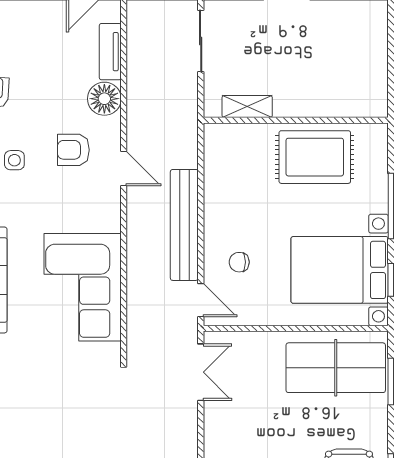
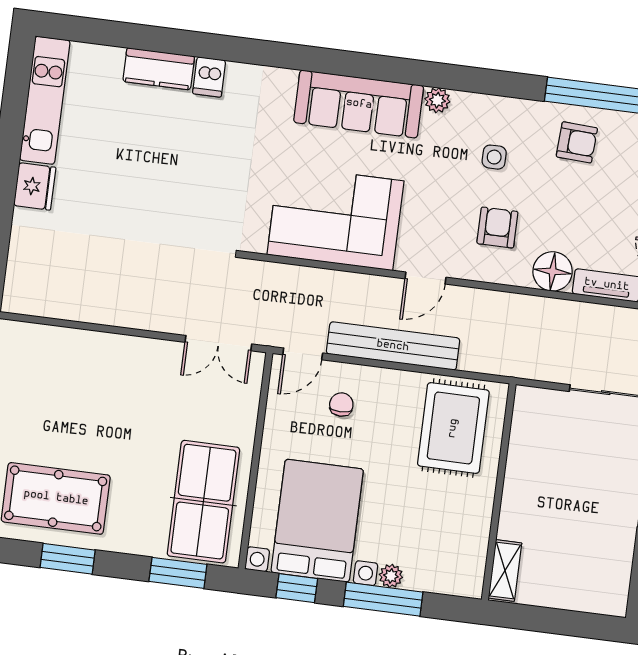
shelving: (247, 107) -> (505, 570), moved
rug: (315, 157) -> (453, 428), moved
door: (124, 169) -> (425, 278), moved
plant: (378, 202) -> (391, 576), added

